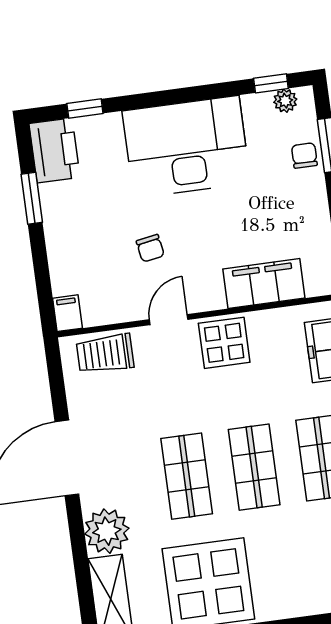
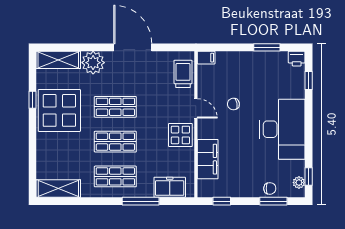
printer: (55, 150) -> (297, 59), width x0.53, depth x0.68

